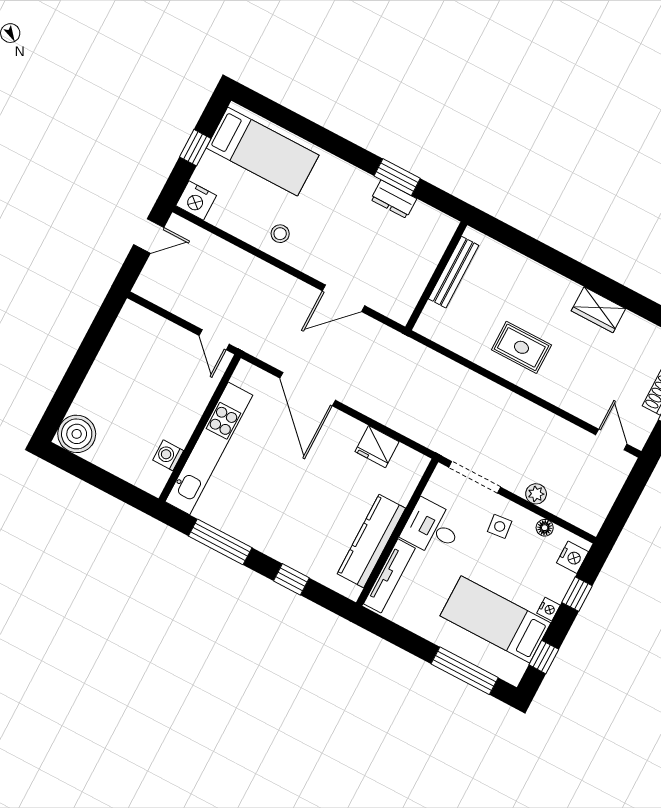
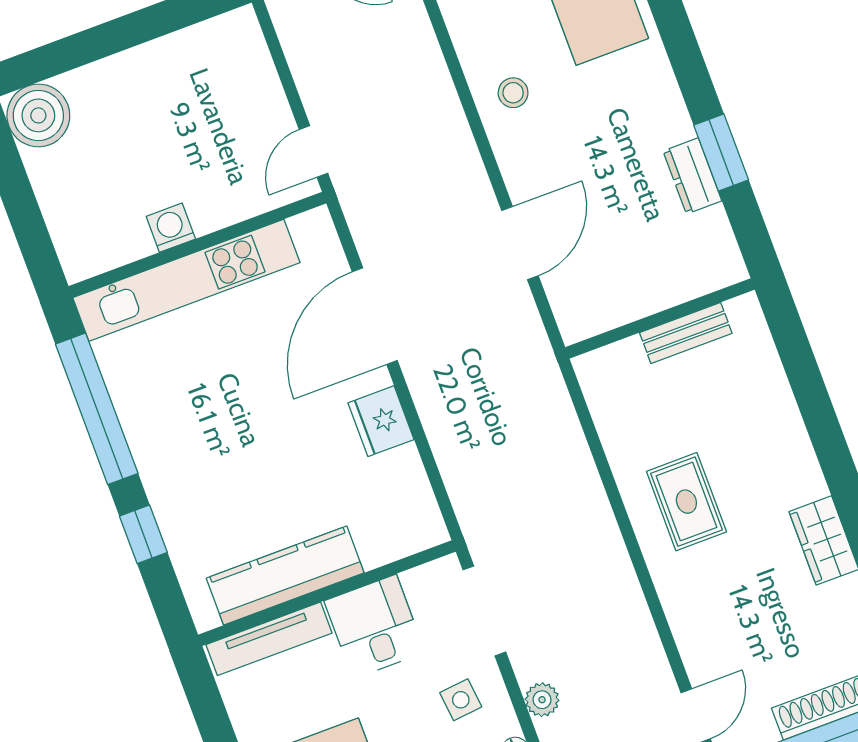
bench: (454, 272) -> (686, 333), width x0.73
door: (343, 298) -> (520, 243), swing flipped
fridge: (377, 447) -> (381, 421), moved
washing machine: (168, 455) -> (171, 228), moved
window: (220, 542) -> (97, 409), width x1.46

